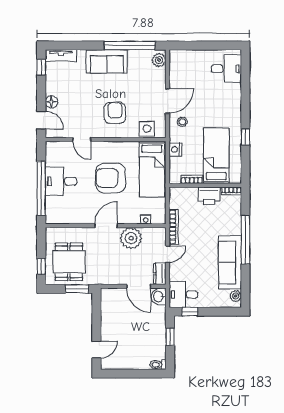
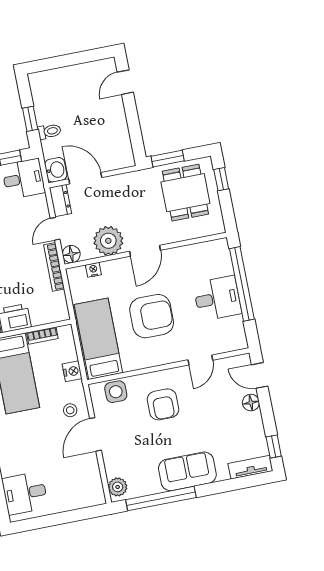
door: (82, 140) -> (200, 360), swing flipped
floor lamp: (160, 234) -> (71, 254), added
toilet: (158, 365) -> (49, 131), moved

